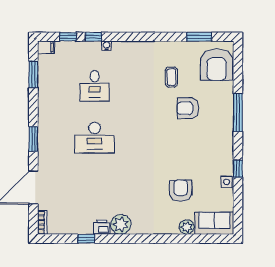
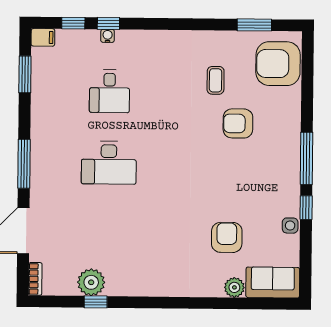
water cooler: (107, 46) -> (108, 36), moved
armchair: (217, 65) -> (278, 64), turned 90
window: (238, 113) -> (307, 158), moved
window: (33, 139) -> (24, 164), width x1.44
plant: (121, 224) -> (91, 282), moved
printer: (102, 227) -> (117, 286), removed

